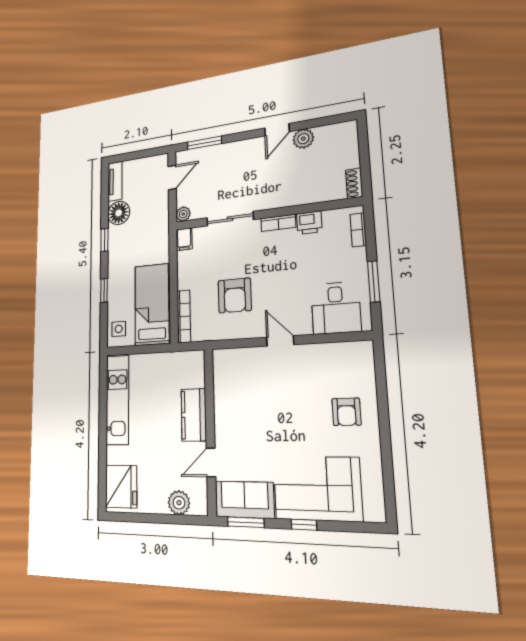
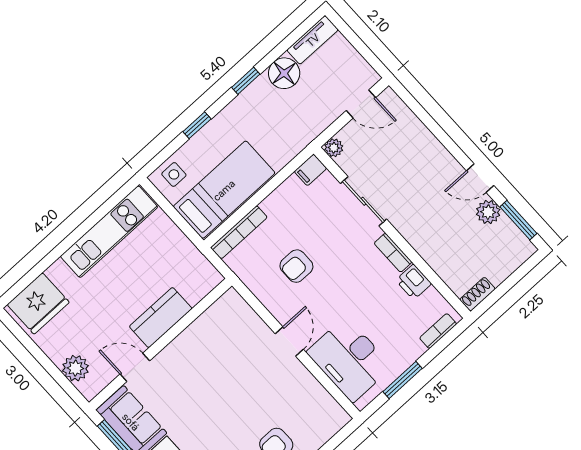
window: (204, 143) -> (518, 220), moved
armchair: (235, 295) -> (296, 266), width x0.72, depth x0.72
desk: (336, 308) -> (349, 359), width x1.37

